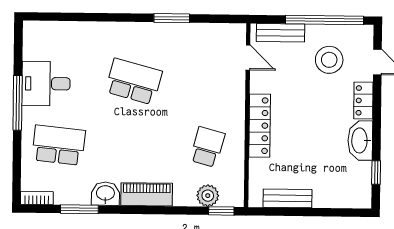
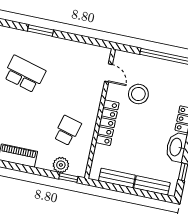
window: (172, 18) -> (41, 30), moved
bench: (280, 33) -> (152, 185), moved
stool: (329, 60) -> (138, 94), moved

